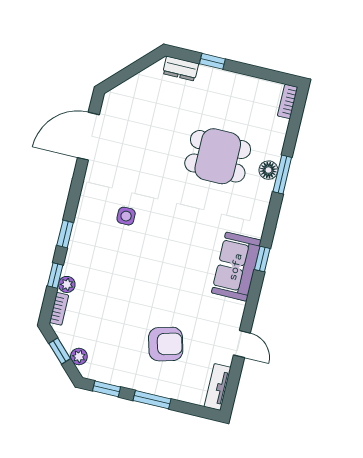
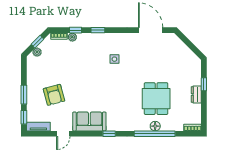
dresser: (181, 69) -> (196, 95), moved
window: (282, 174) -> (155, 134), width x2.11
sofa: (236, 267) -> (89, 121), moved
window: (107, 389) -> (24, 117), moved

